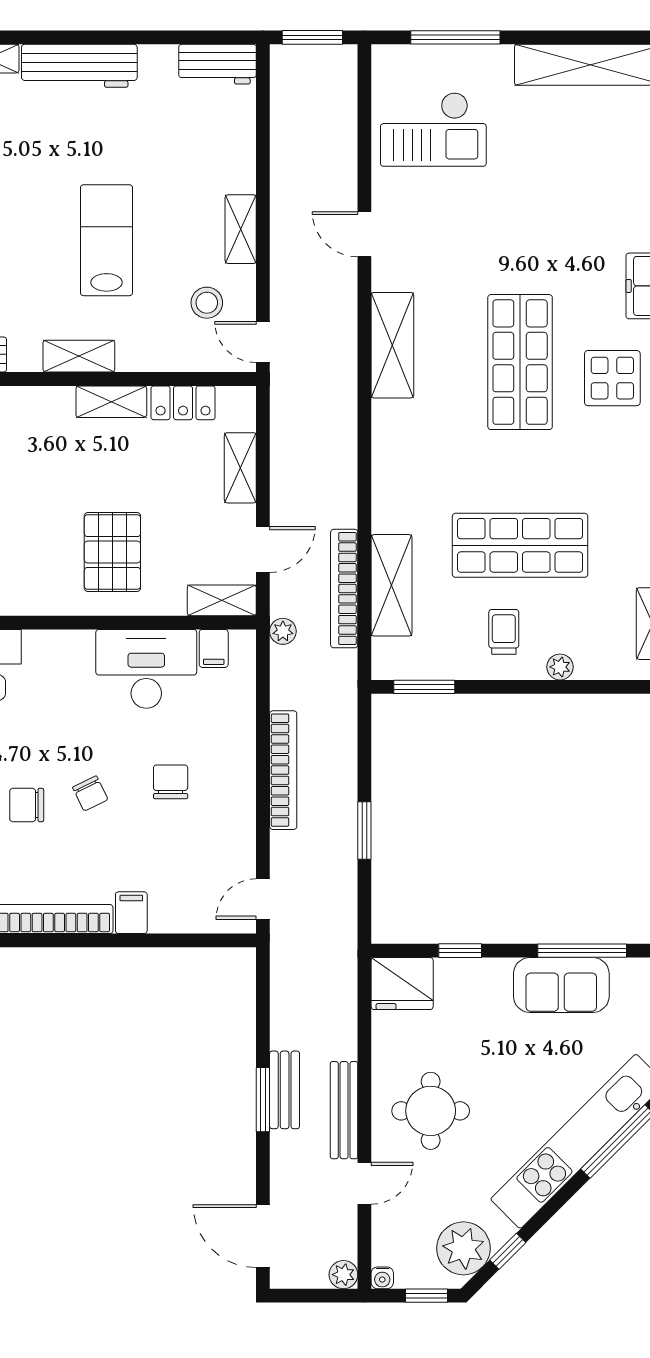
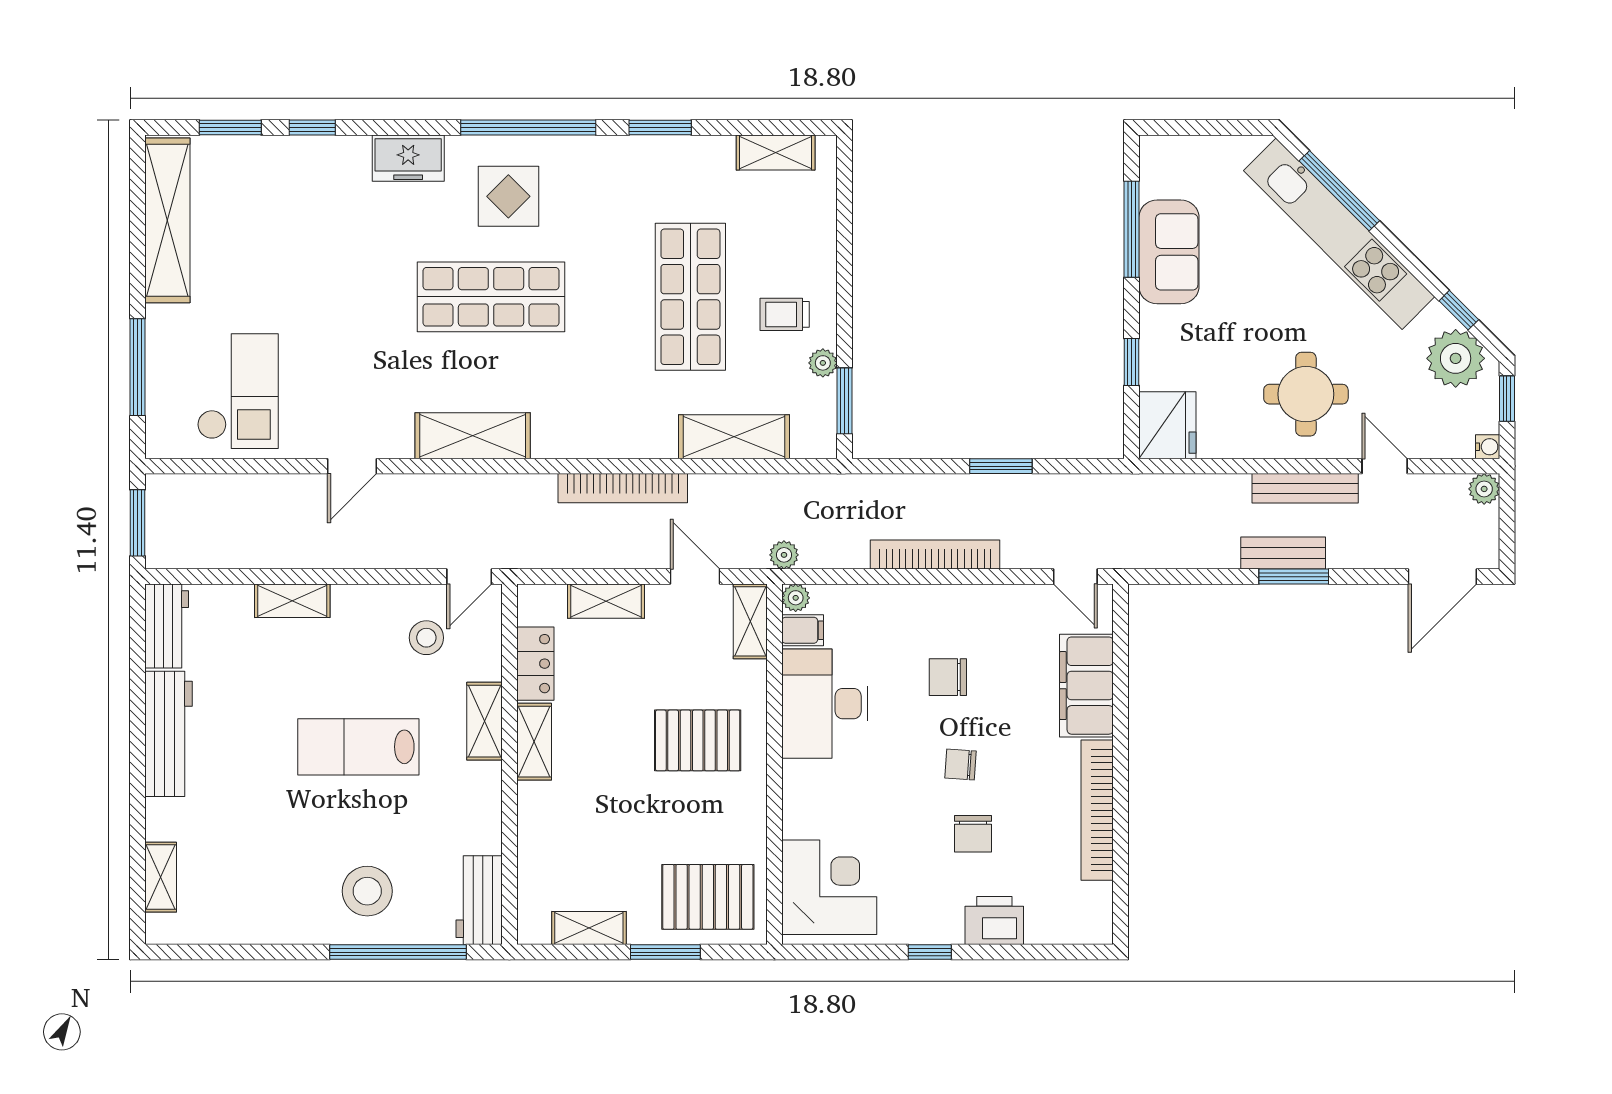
workbench: (79, 66) -> (169, 734), moved
shelving: (241, 229) -> (292, 601), moved
shelving: (79, 356) -> (485, 721), moved
bookcase: (344, 589) -> (623, 488), moved
plant: (243, 642) -> (796, 598), added
plant: (560, 667) -> (823, 363), moved
chair: (90, 793) -> (960, 765), turned -150
filing cabinet: (131, 913) -> (1086, 686), width x3.00, depth x1.17

